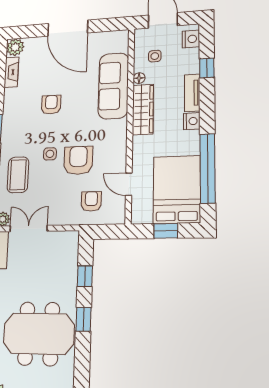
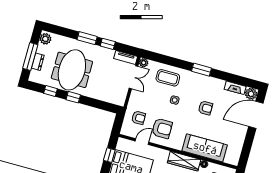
door: (68, 28) -> (256, 115), moved
armchair: (78, 160) -> (162, 128), moved
window: (85, 276) -> (51, 91), moved

